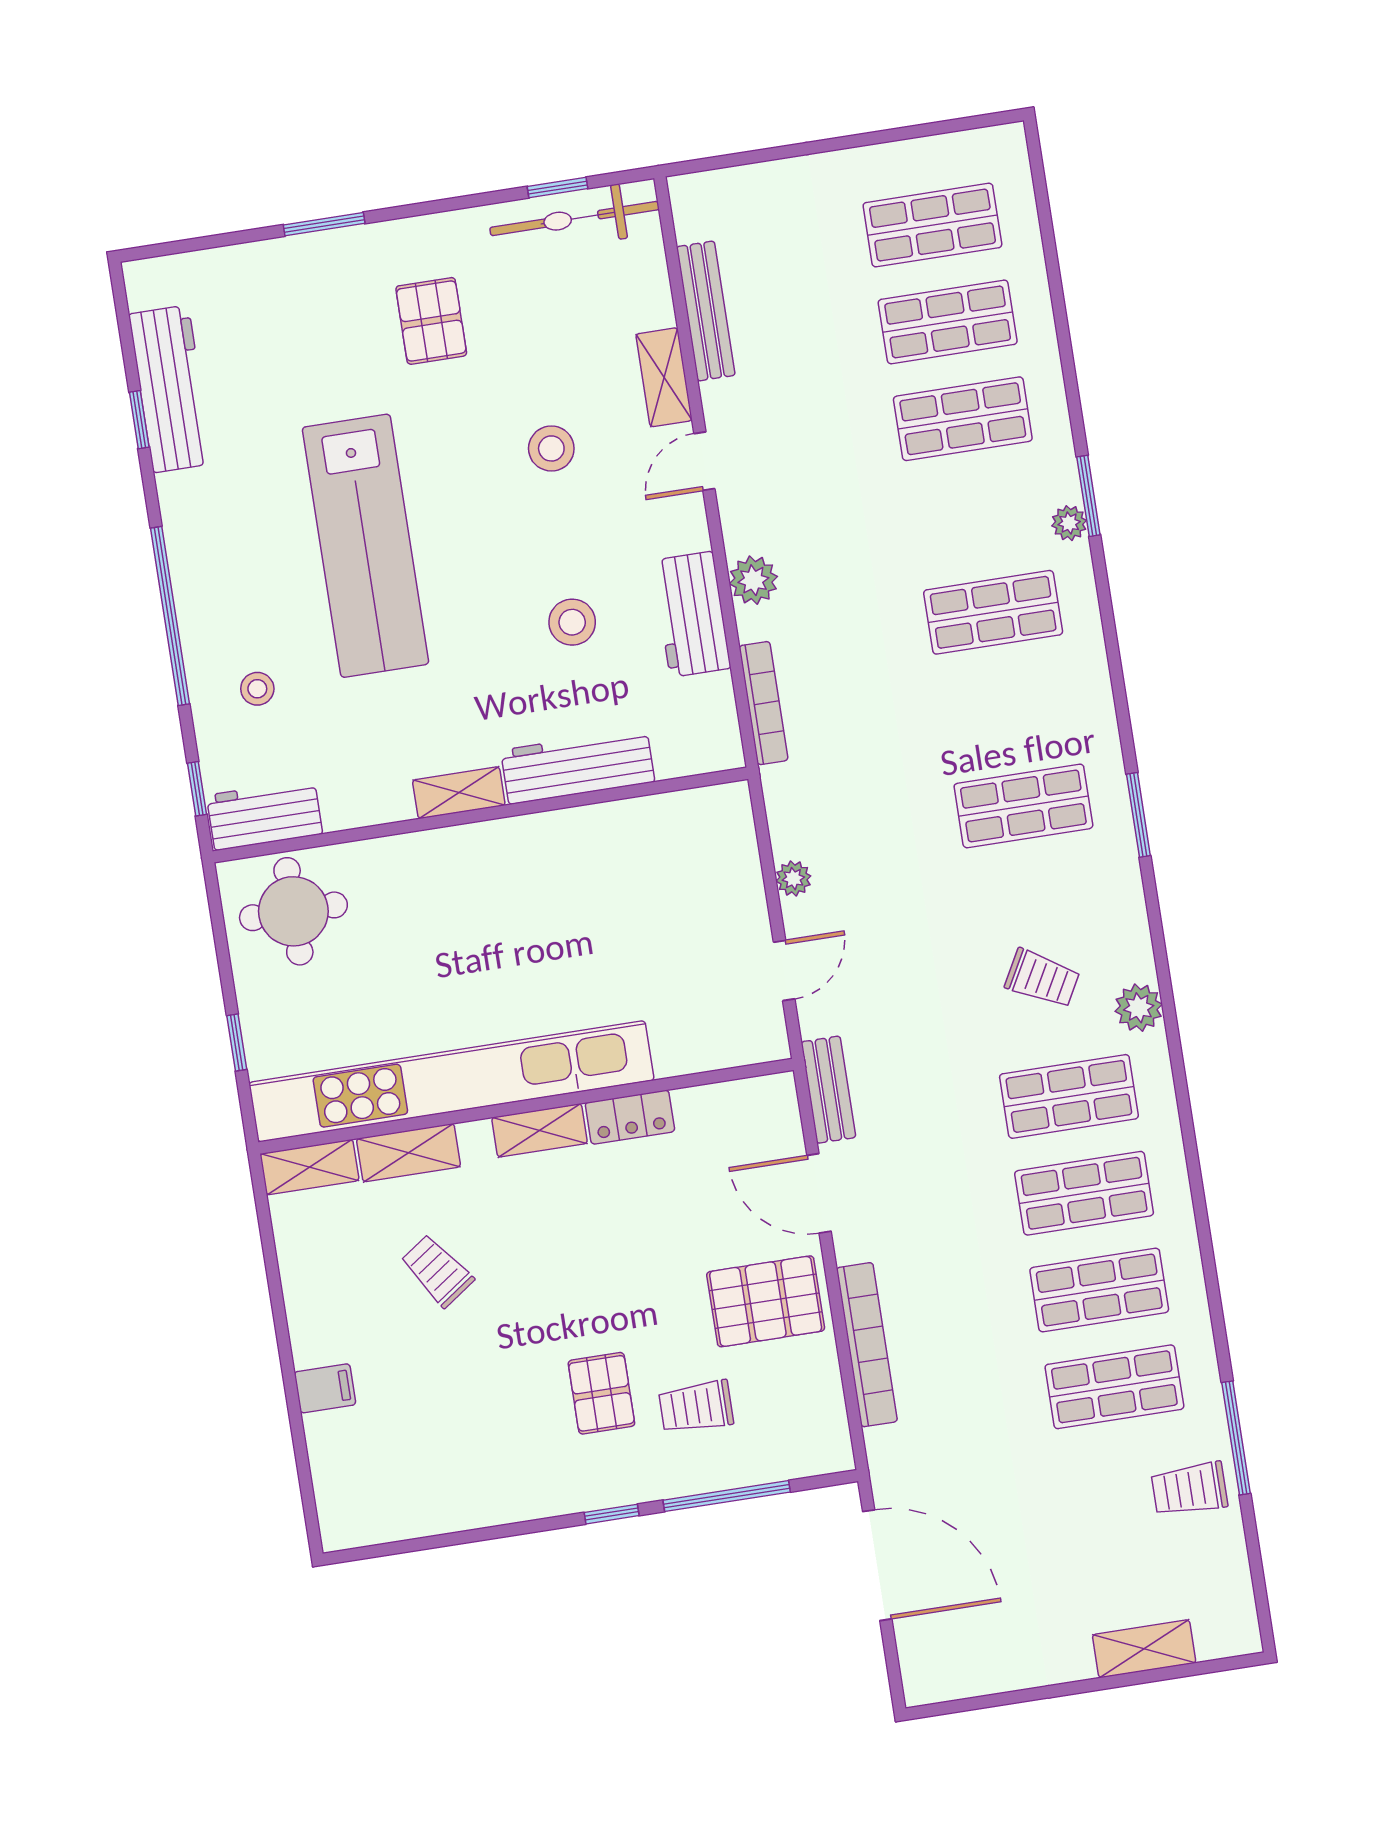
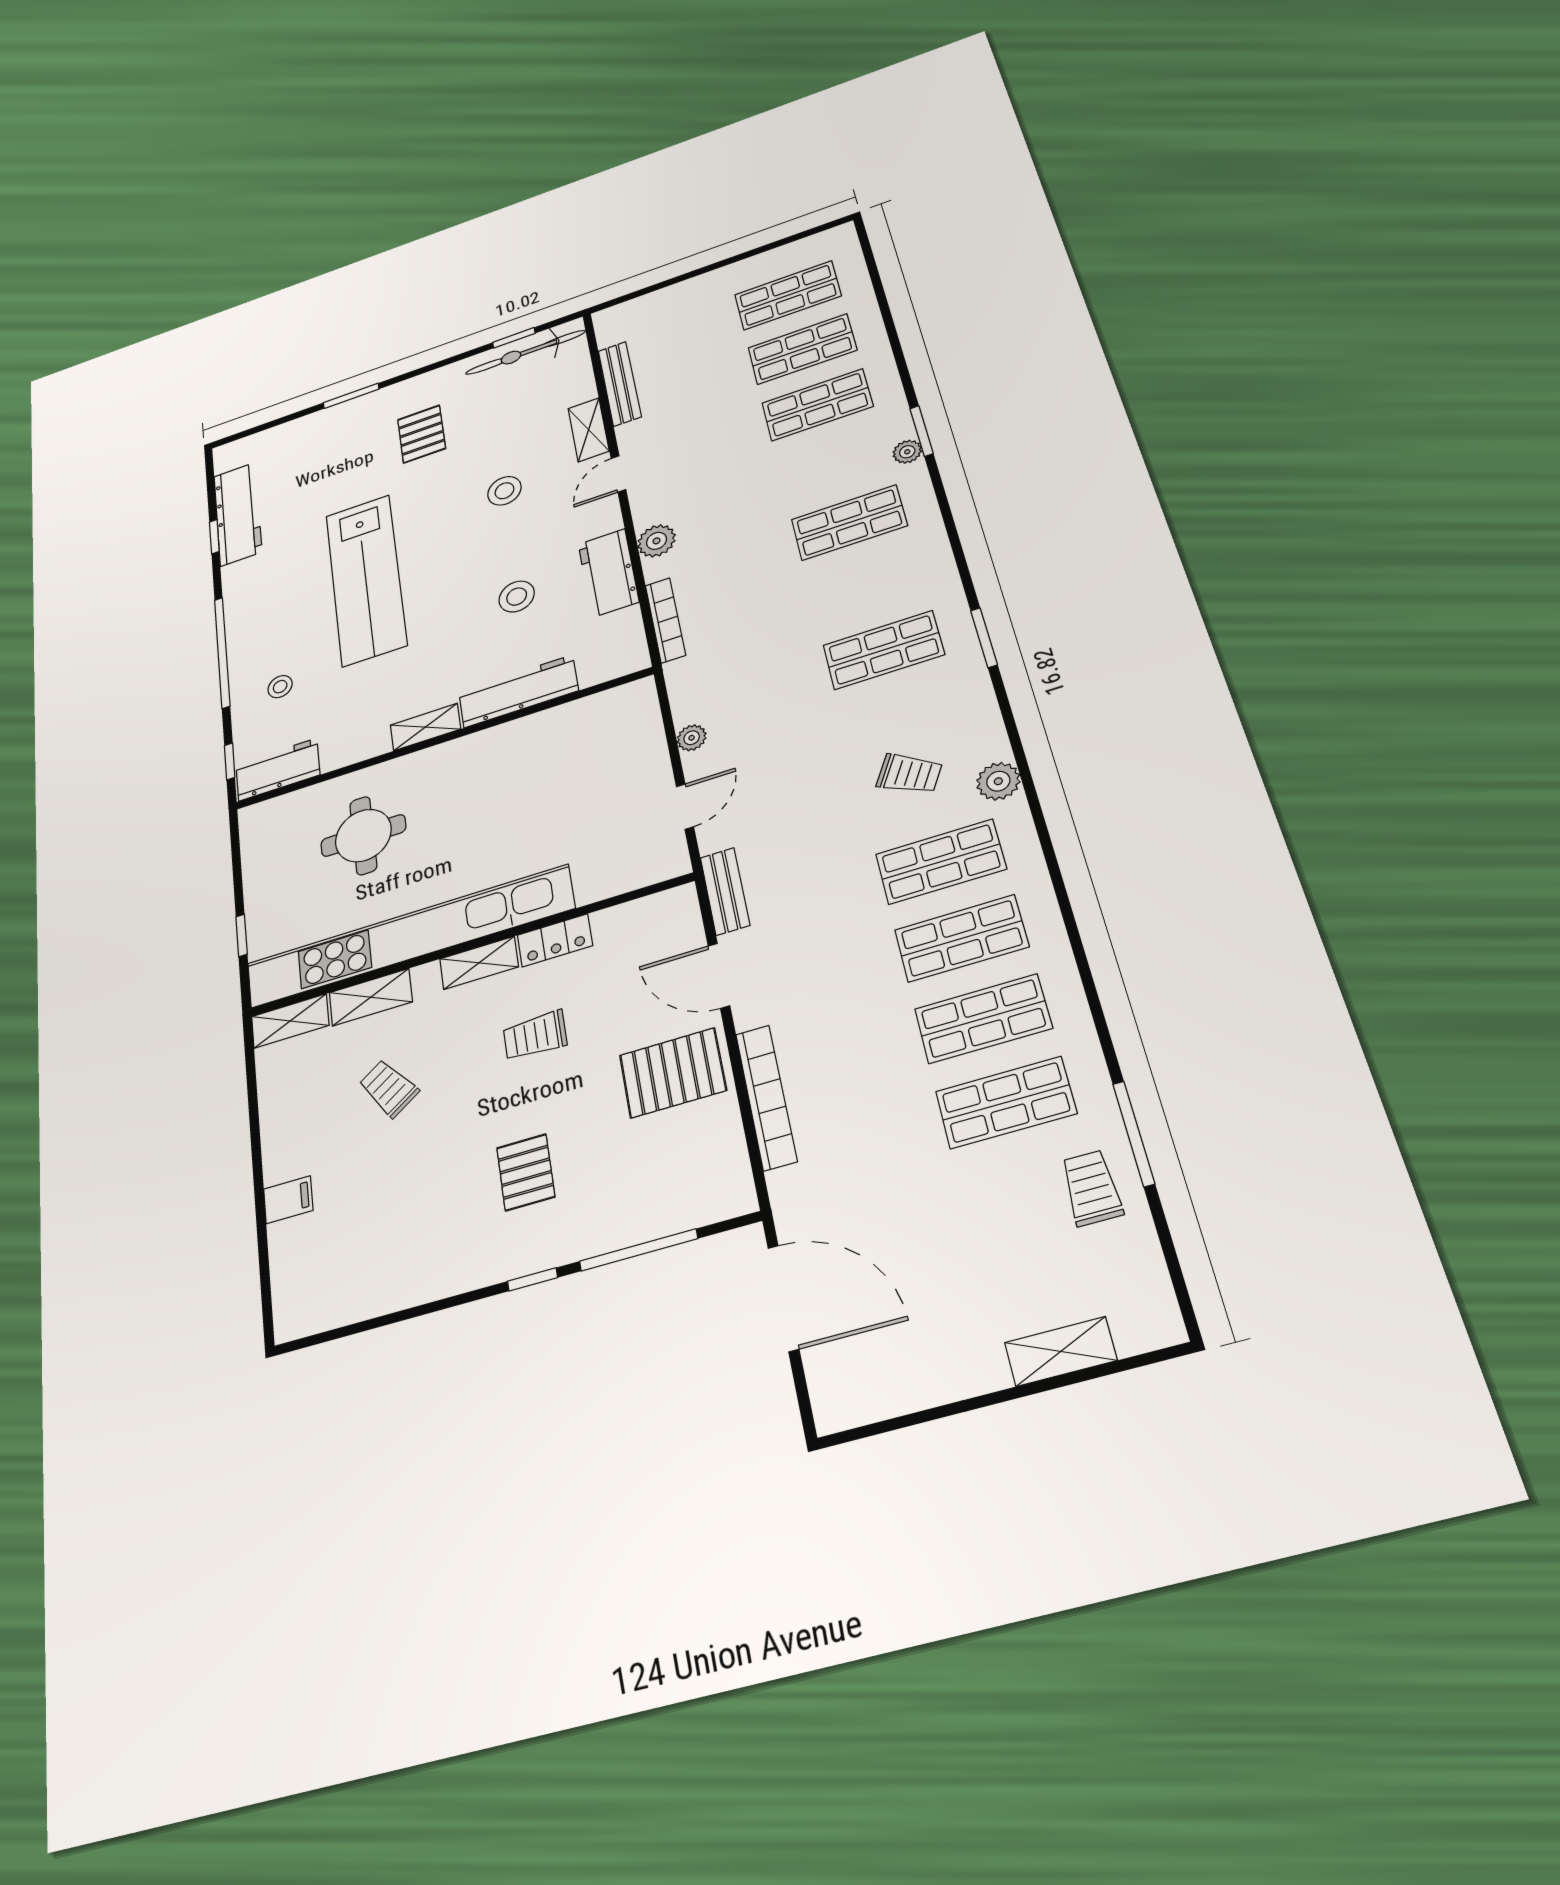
round table: (293, 911) -> (363, 836), moved
trolley: (696, 1407) -> (535, 1036), moved
trolley: (1189, 1489) -> (1091, 1188), turned 90

